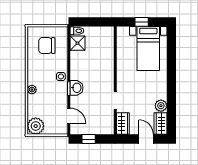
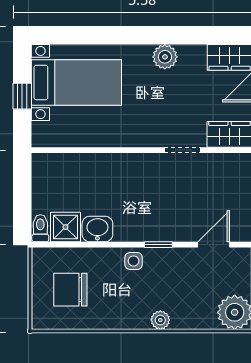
chair: (47, 46) -> (70, 290), turned 90
washbasin: (77, 88) -> (97, 229), moved
plant: (161, 106) -> (165, 57), moved

